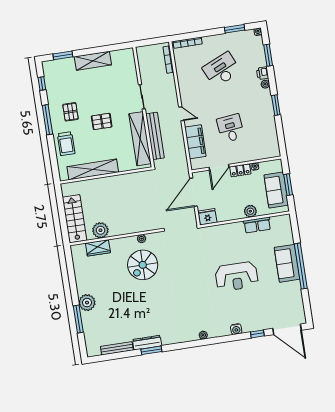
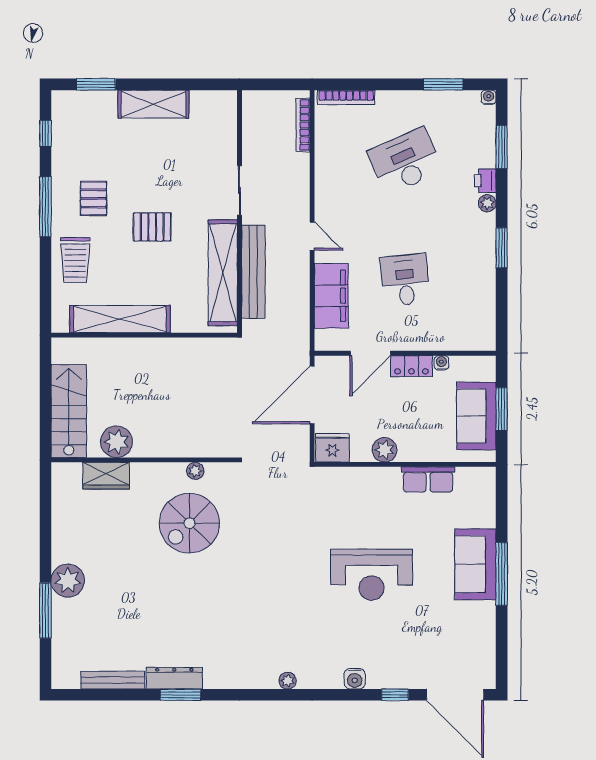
plant: (250, 211) -> (385, 450), moved
window: (301, 266) -> (502, 574), width x0.68

